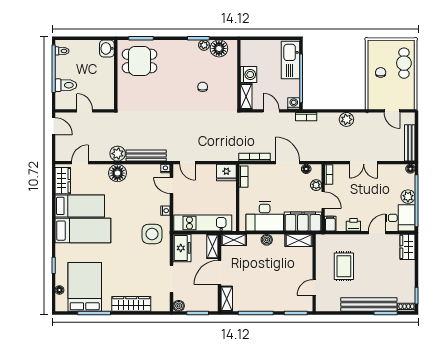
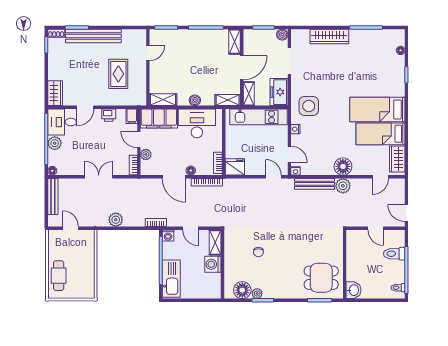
chair: (381, 72) -> (82, 266), removed
floor lamp: (306, 169) -> (191, 171), moved
bed: (85, 287) -> (376, 53), removed

